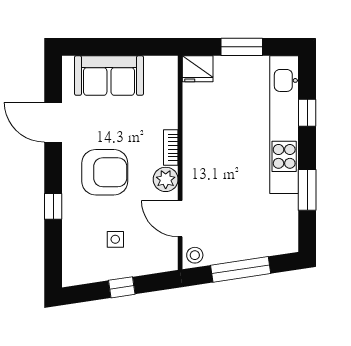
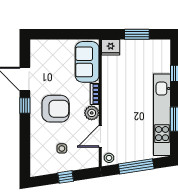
sofa: (109, 76) -> (87, 62), moved, turned 90
kitchen unit: (284, 125) -> (162, 115), moved
window: (53, 206) -> (25, 106), moved
door: (180, 219) -> (100, 136), hinge flipped

